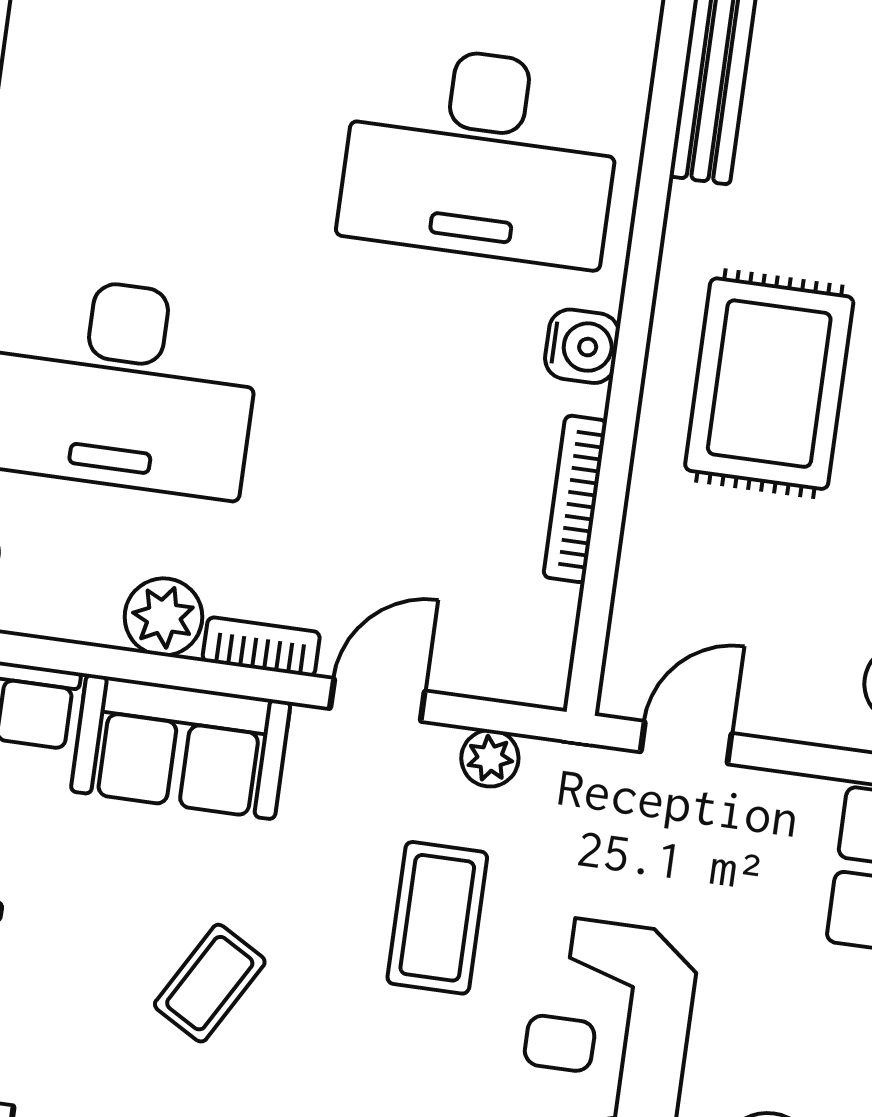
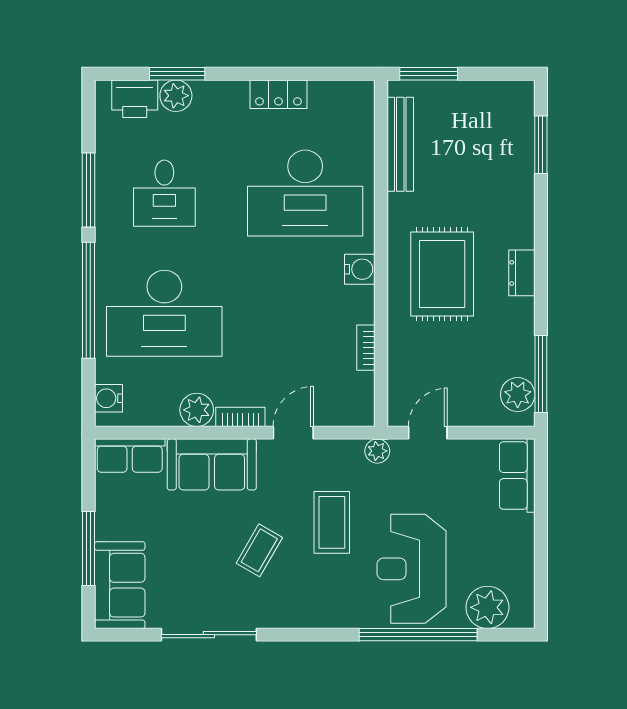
desk: (158, 110) -> (164, 193), added
bookcase: (575, 499) -> (366, 348), width x0.64
plant: (490, 758) -> (377, 451), moved
coffee table: (210, 983) -> (259, 550), moved

